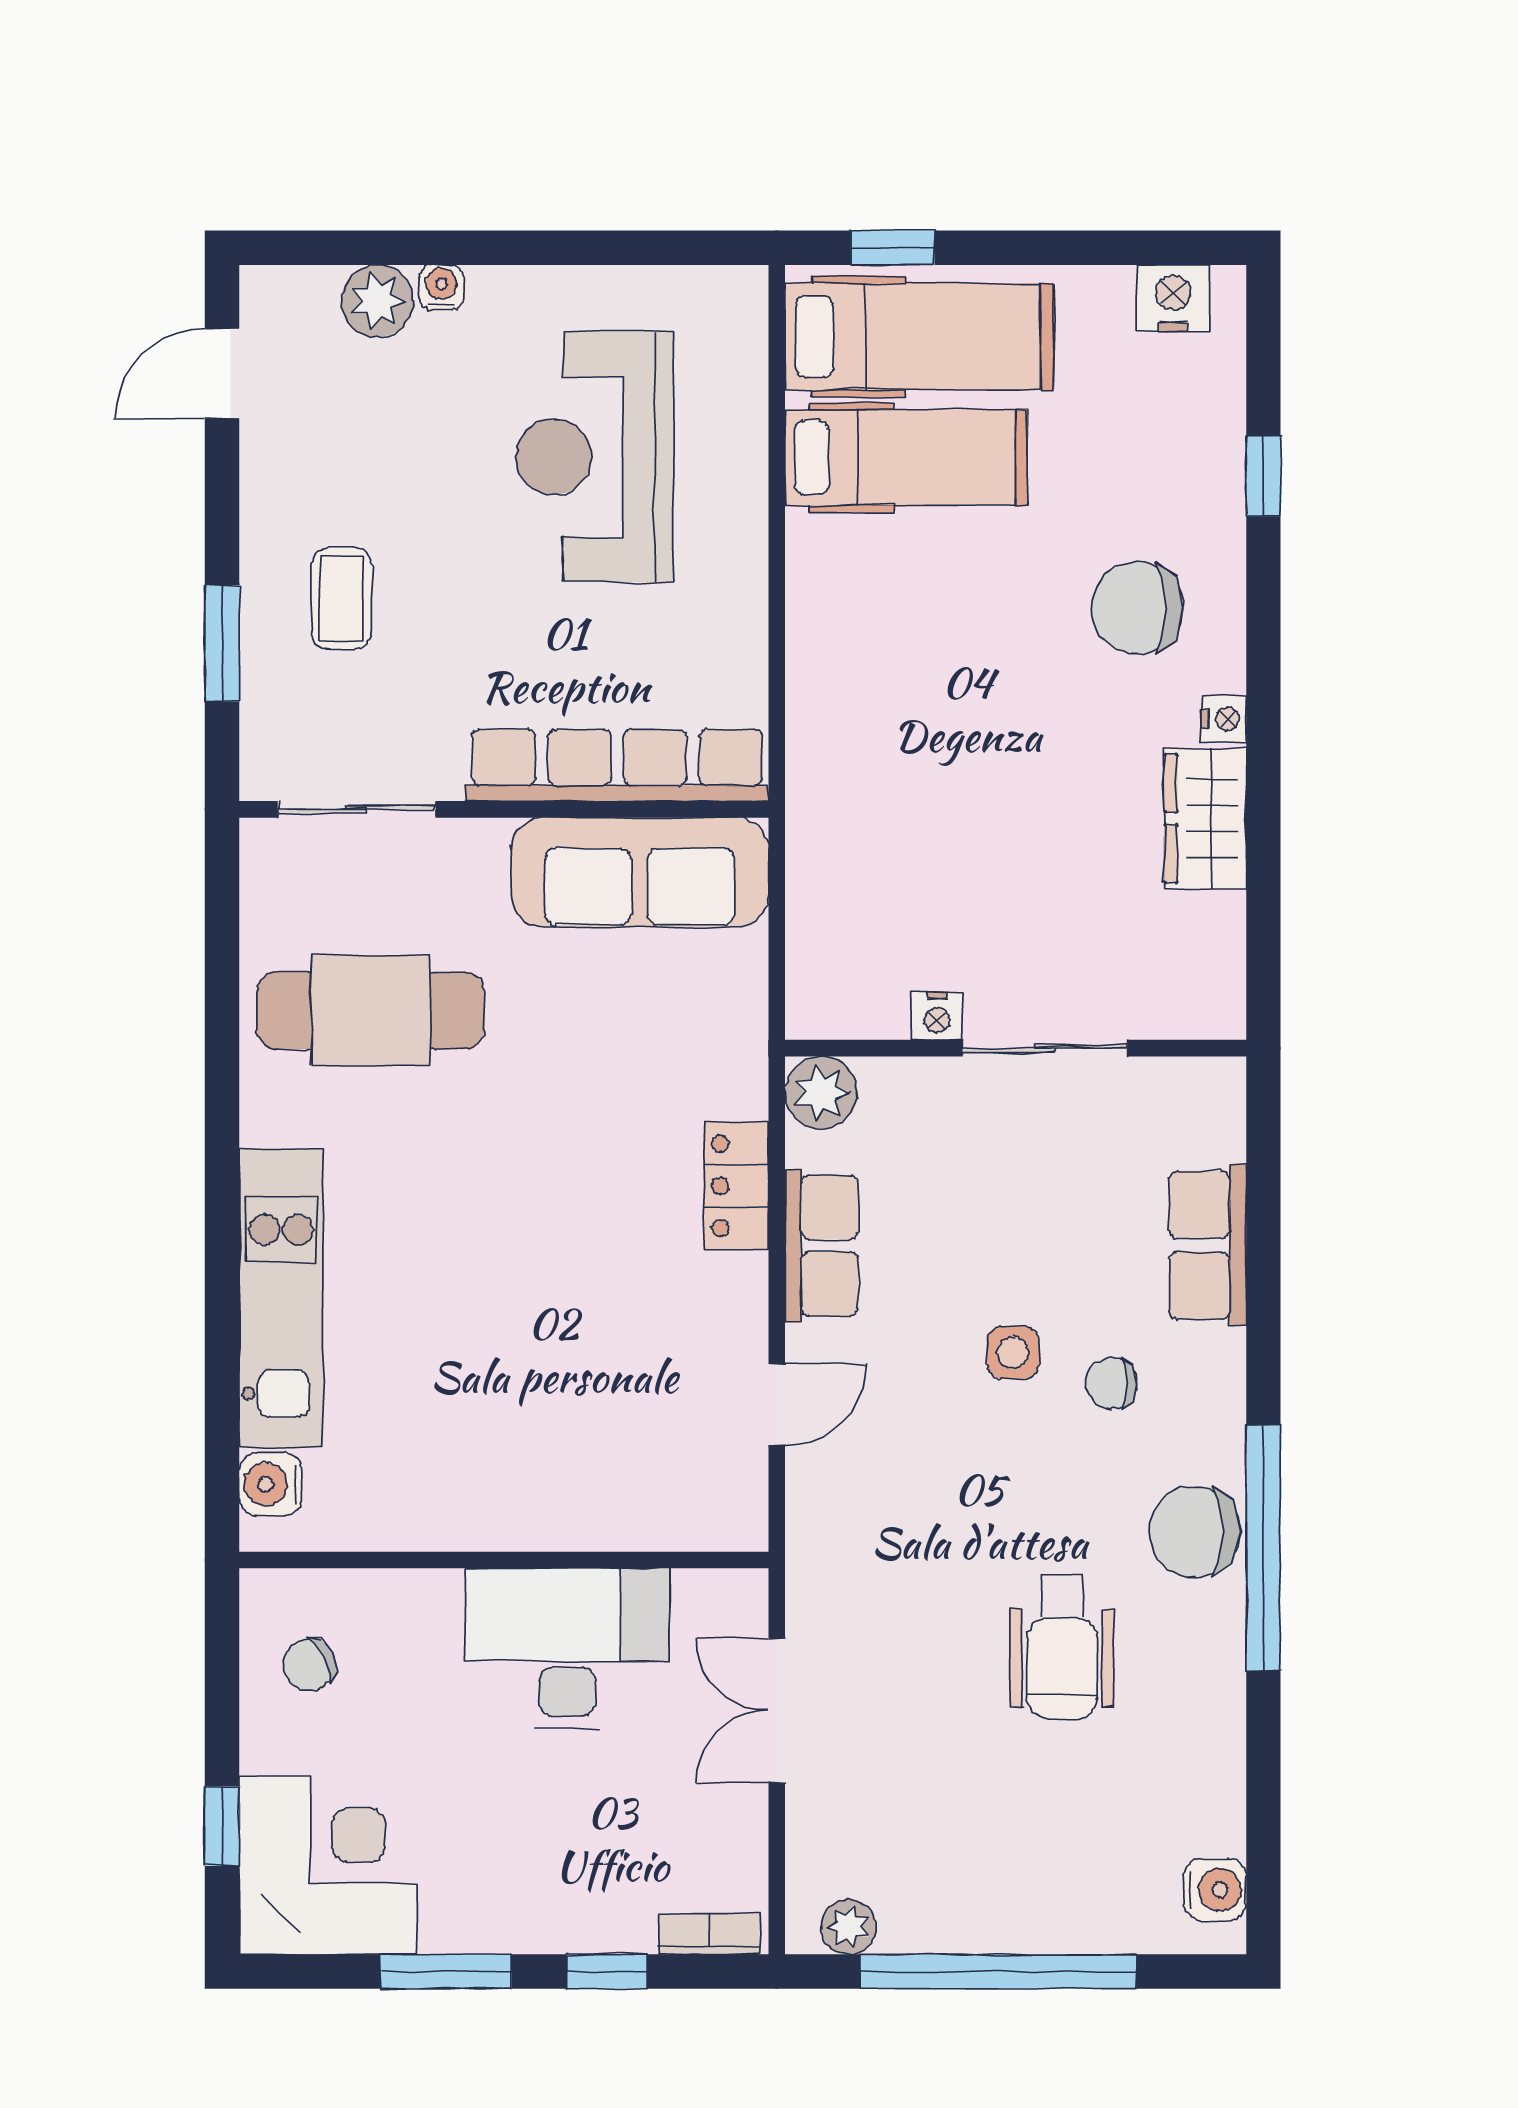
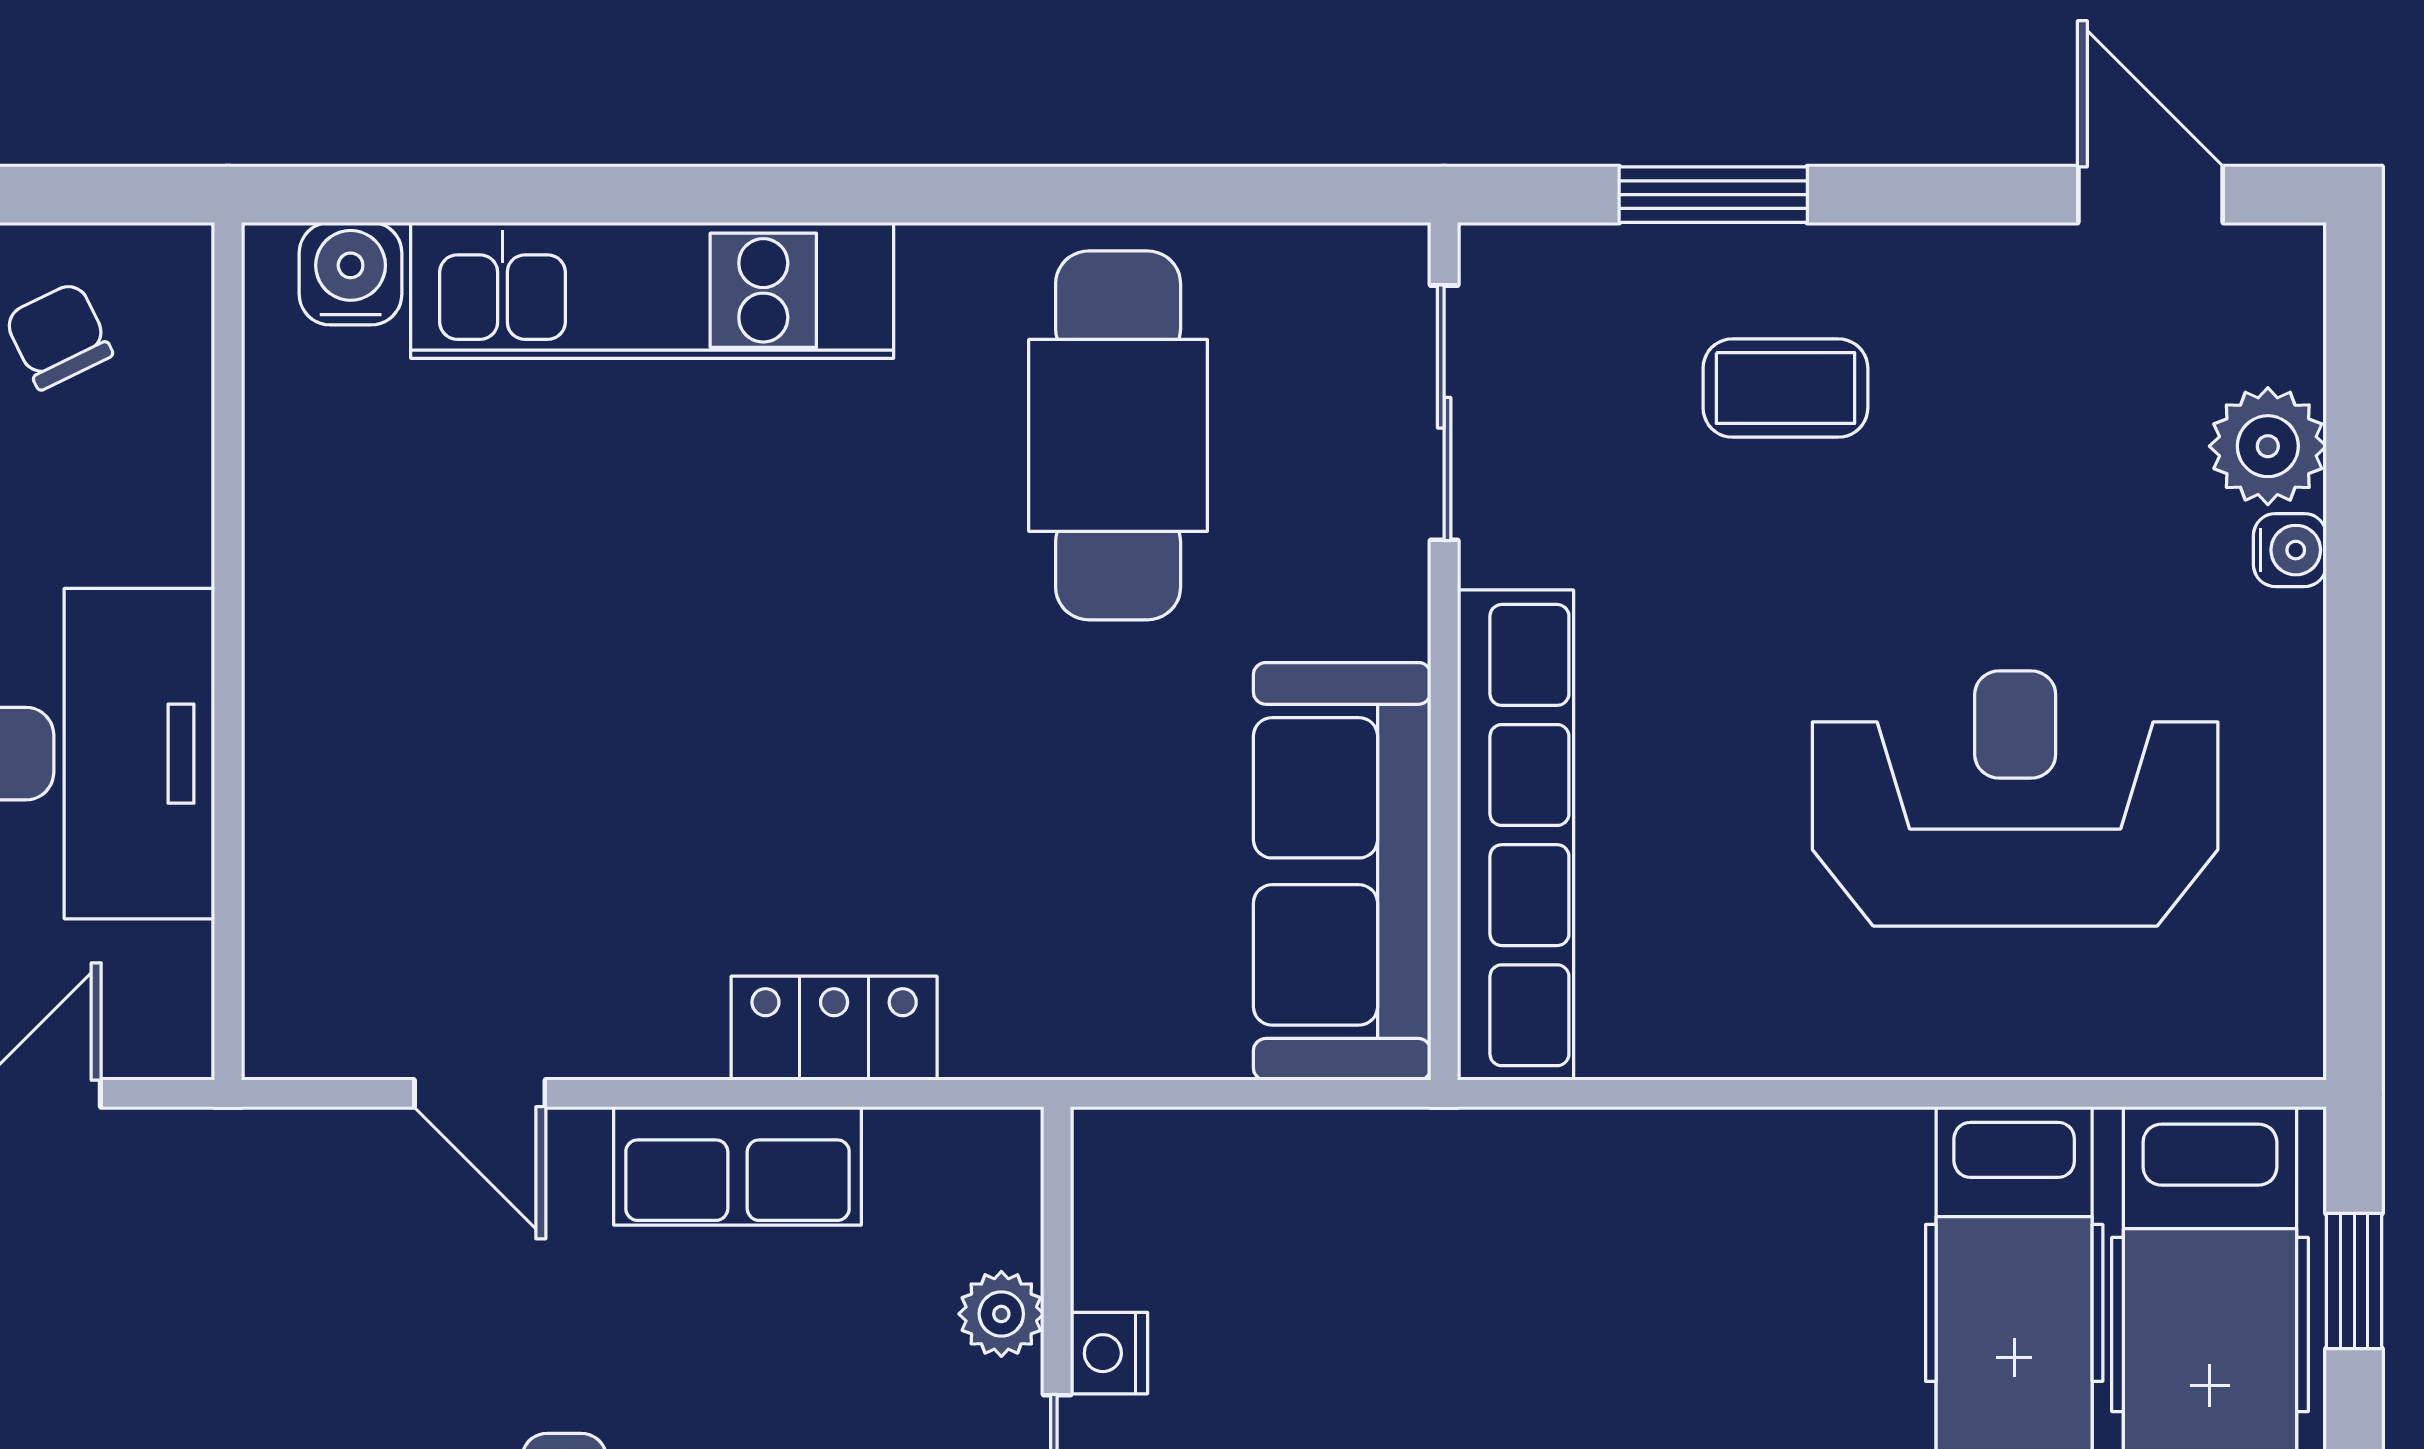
plant: (821, 1093) -> (1001, 1314), moved, width x0.73, depth x0.73

